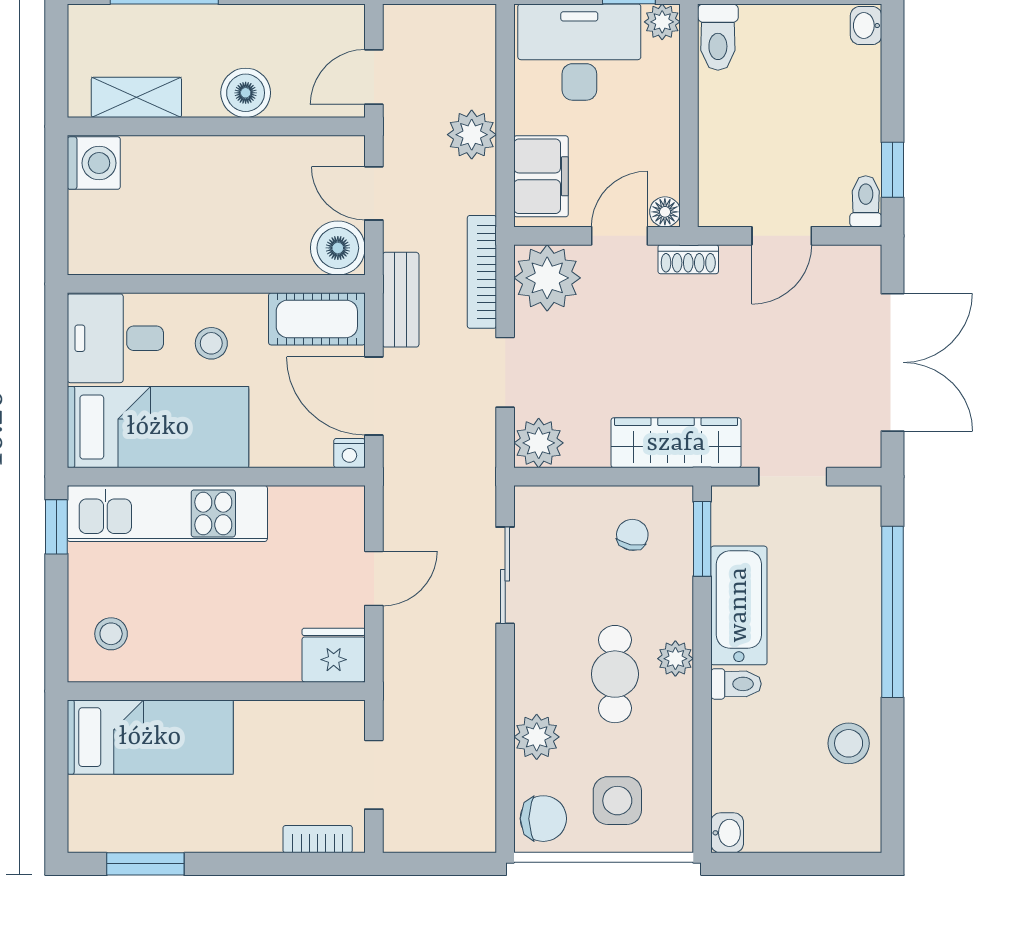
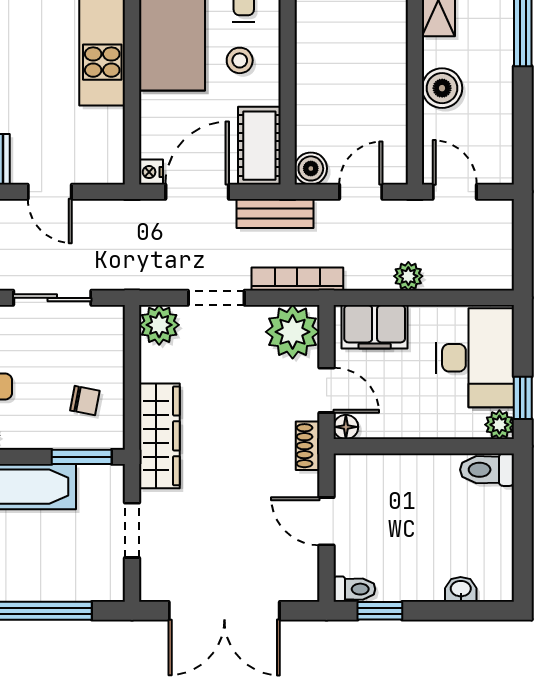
washbasin: (866, 26) -> (461, 589), moved
plant: (472, 135) -> (408, 276), width x0.73, depth x0.73
boiler: (338, 248) -> (311, 168), width x0.73, depth x0.73

